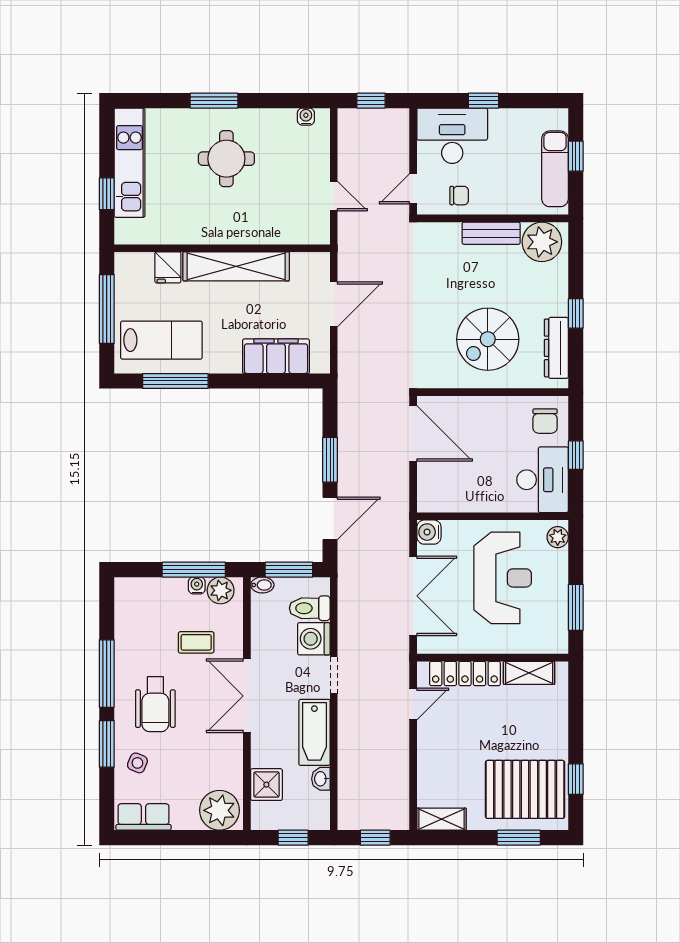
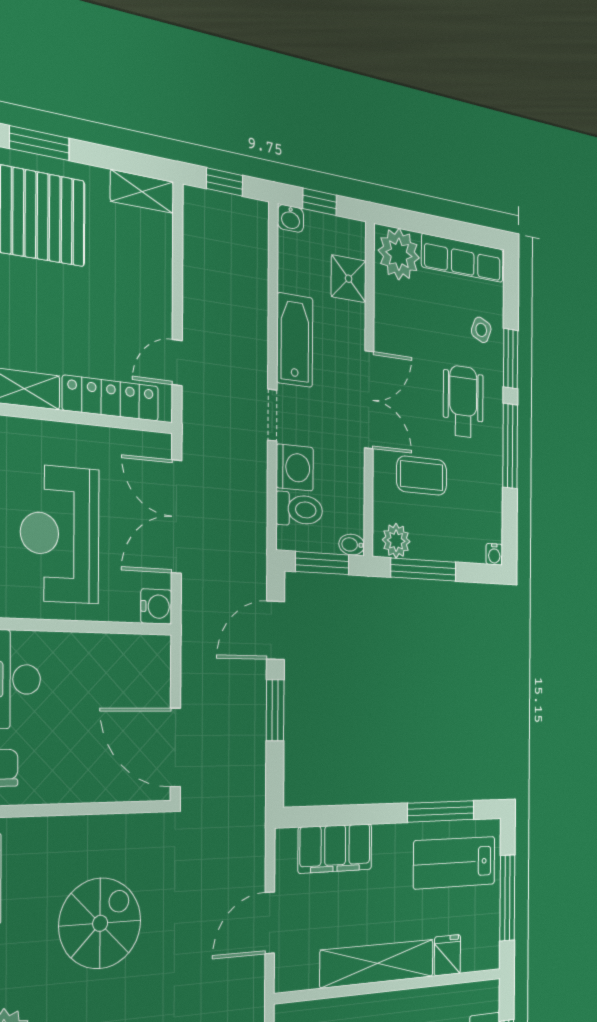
spiral stairs: (488, 339) -> (100, 923), moved
water cooler: (197, 585) -> (494, 554), moved
coffee table: (196, 642) -> (422, 476), width x1.36, depth x1.30
washbasin: (321, 779) -> (291, 218), moved, turned 90
row of seats: (143, 817) -> (463, 258), width x1.48

